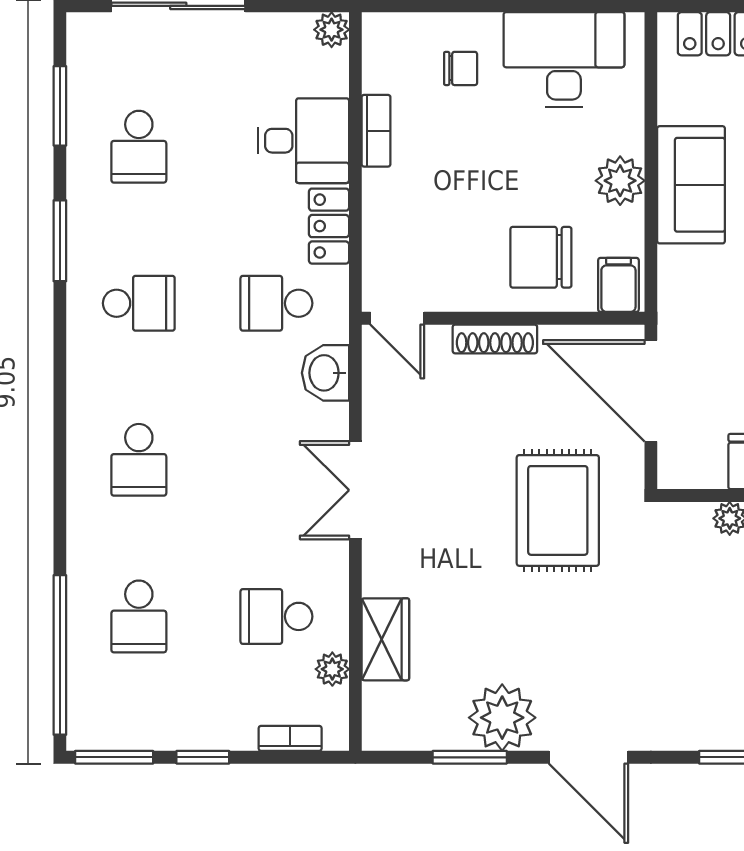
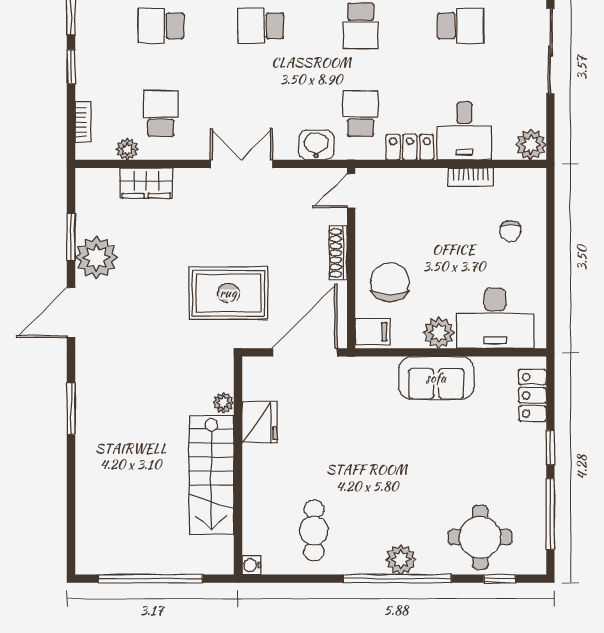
plant: (332, 30) -> (531, 145), width x1.38, depth x1.38
desk: (564, 60) -> (495, 318), moved, turned 90
school desk: (139, 147) -> (460, 26), turned 180

